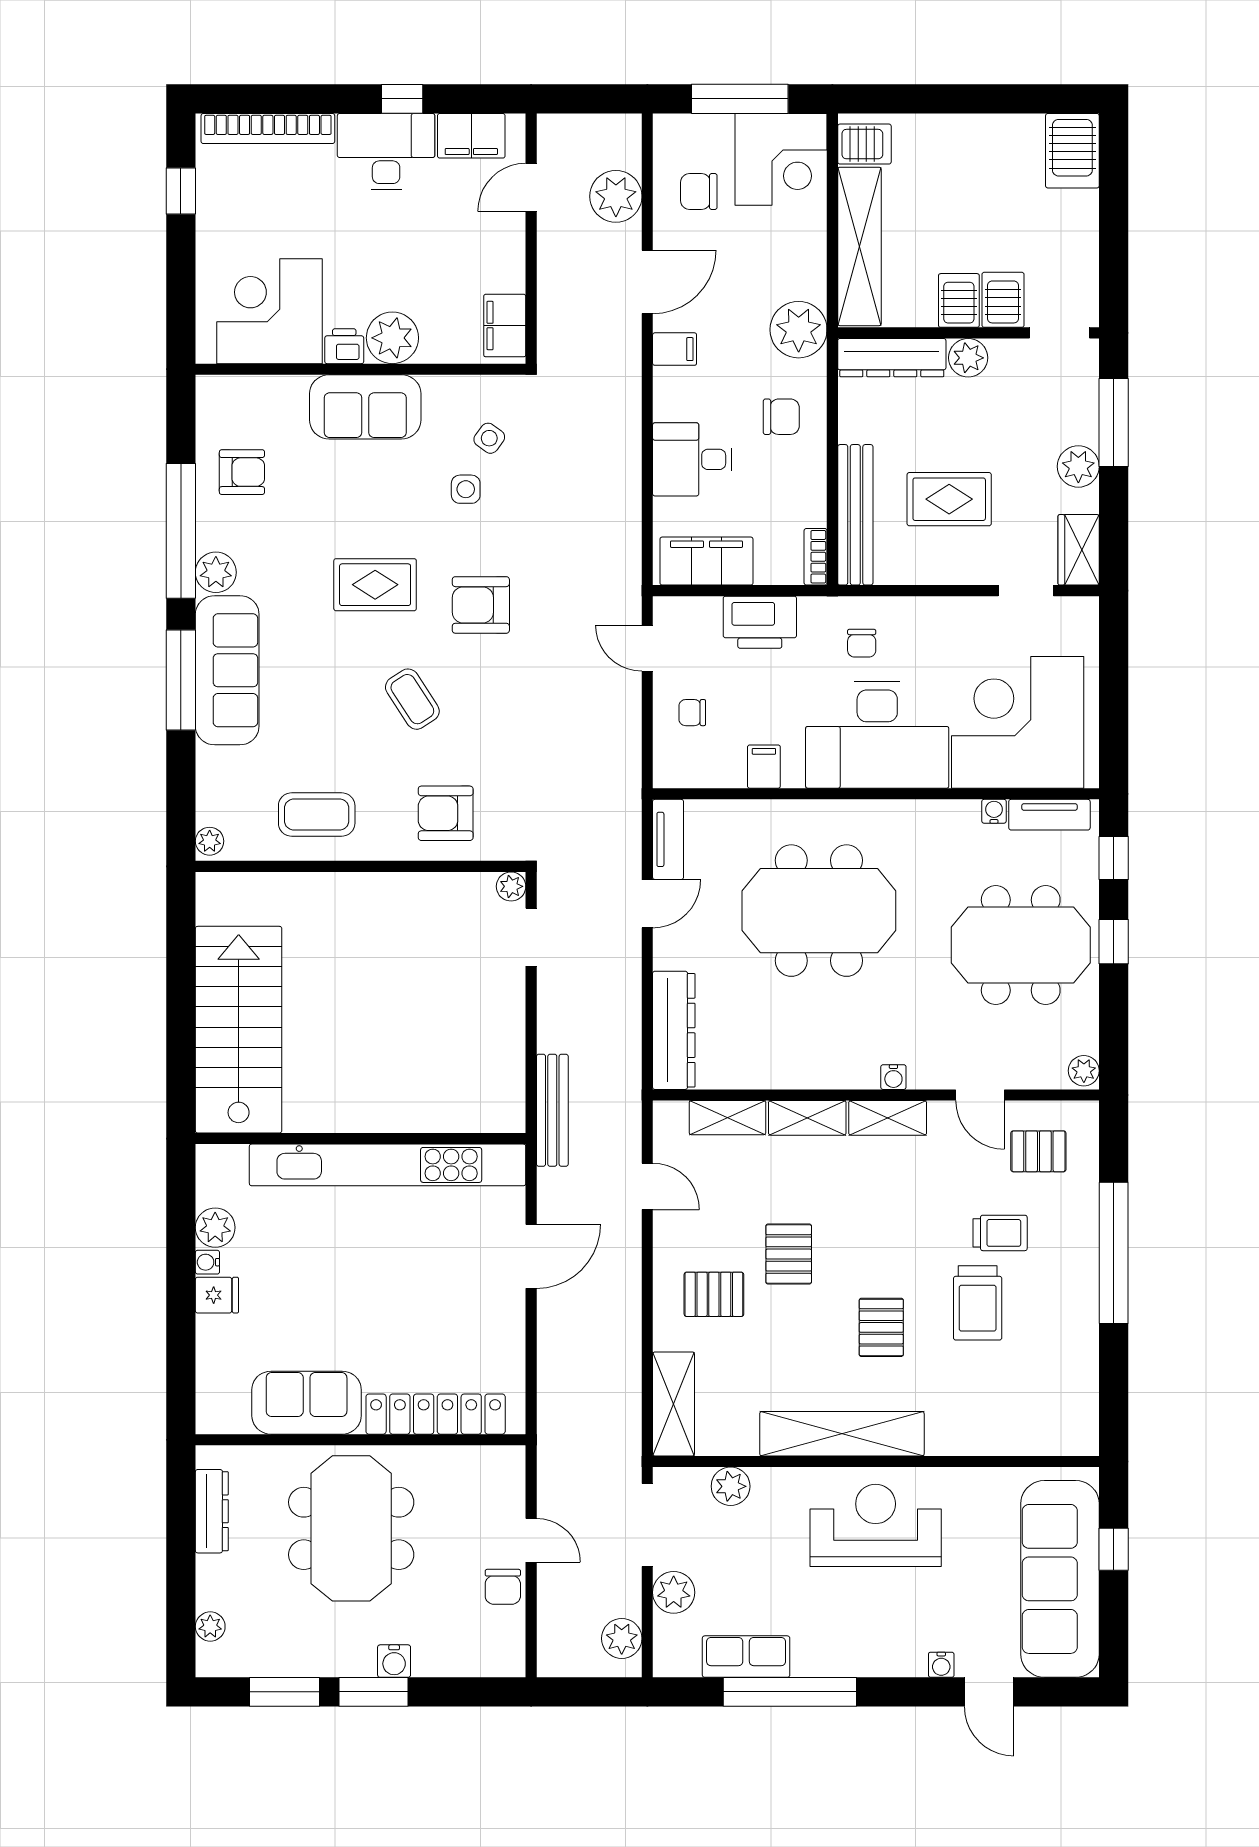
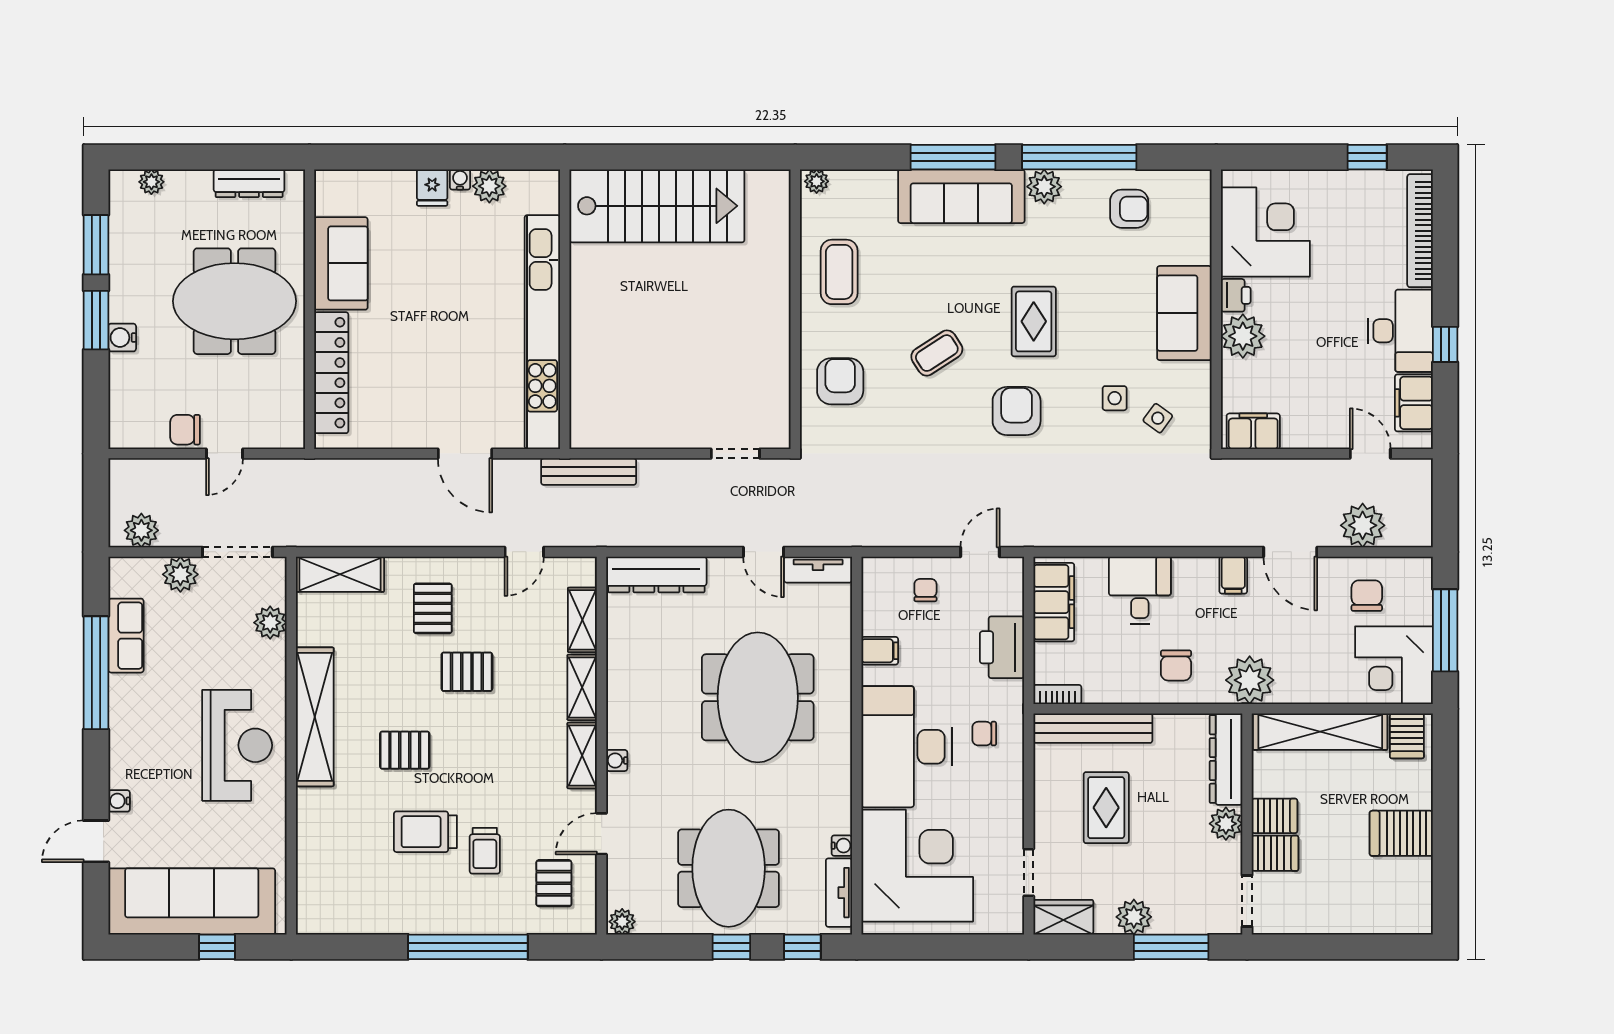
server rack: (1072, 151) -> (1401, 833), moved
armchair: (242, 472) -> (1129, 209), turned -90
plant: (511, 886) -> (778, 437), removed

